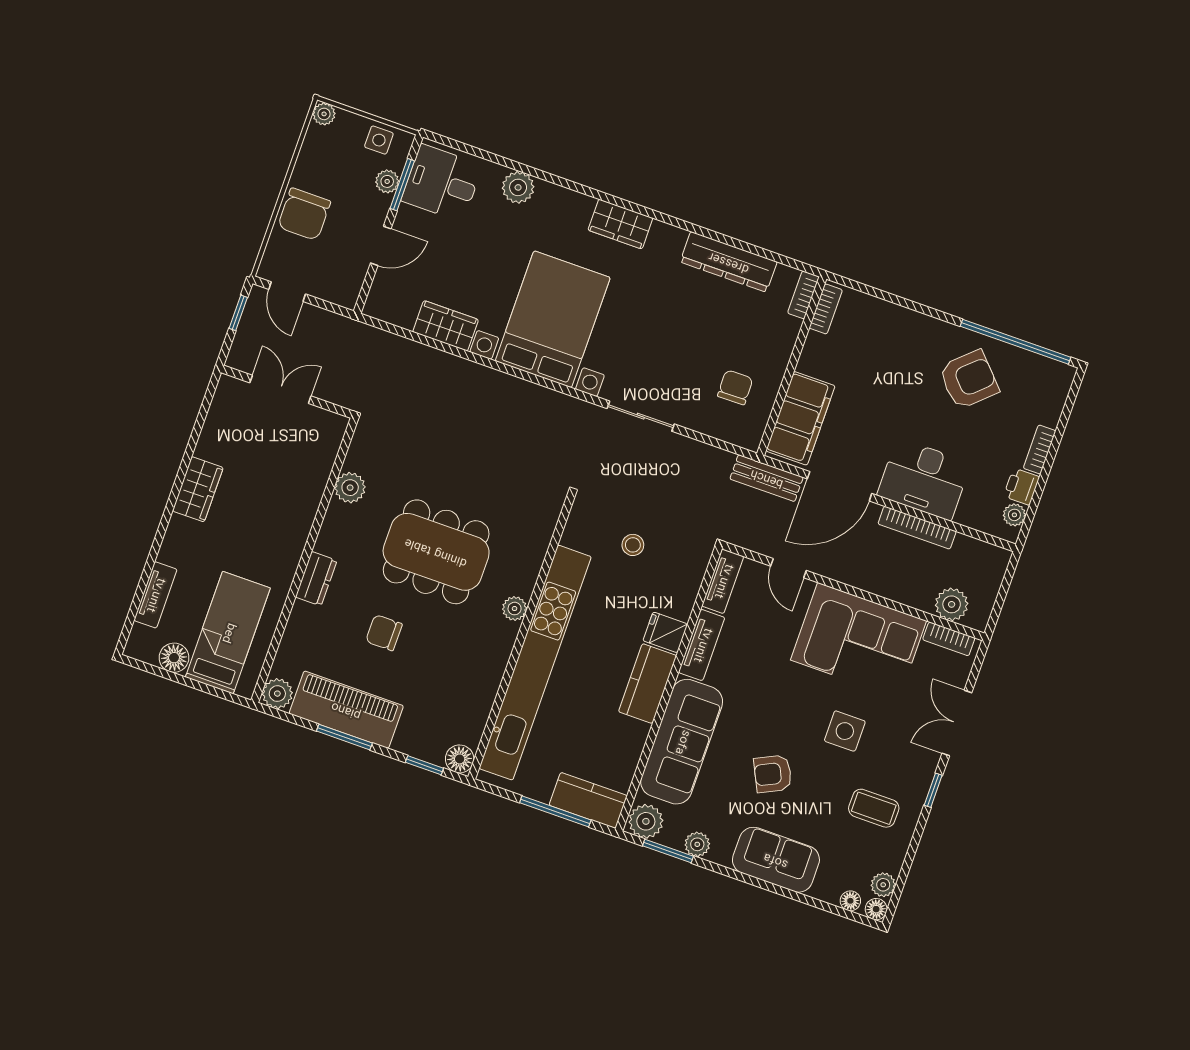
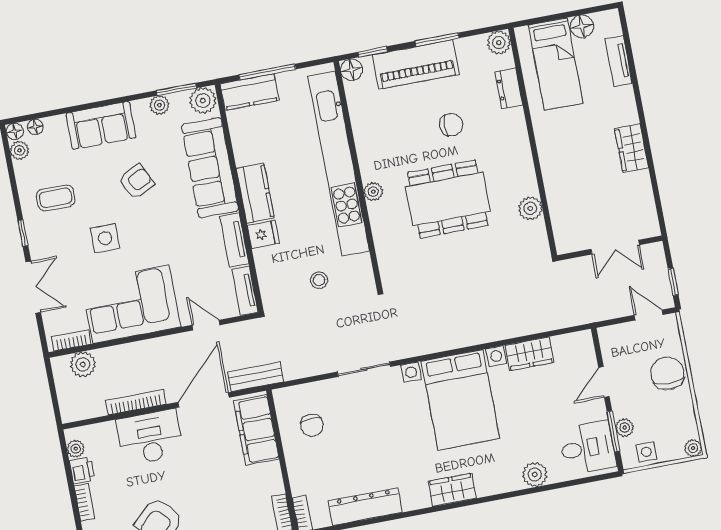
dresser: (316, 579) -> (509, 88), moved
piano: (346, 710) -> (416, 64), moved

